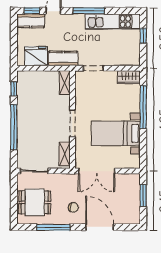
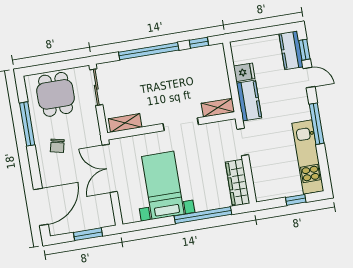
fridge: (36, 56) -> (244, 72), width x0.53, depth x0.75
wardrobe: (129, 77) -> (238, 183), width x1.50
doorway: (72, 123) -> (181, 124), moved
door: (100, 227) -> (41, 207), moved

